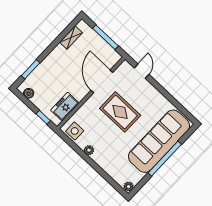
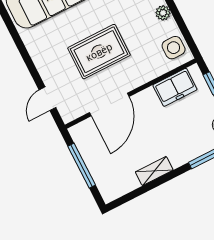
shelving: (71, 37) -> (154, 171), moved
rug: (120, 112) -> (99, 52), turned 90

